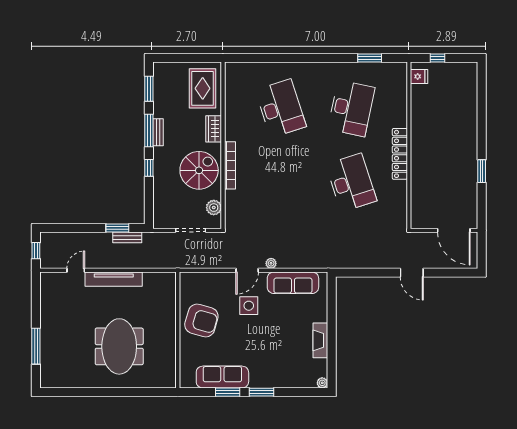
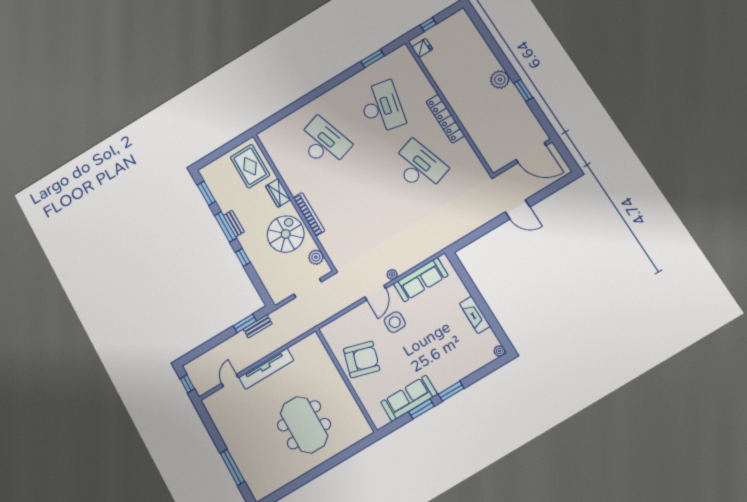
plant: (468, 149) -> (500, 80), added

